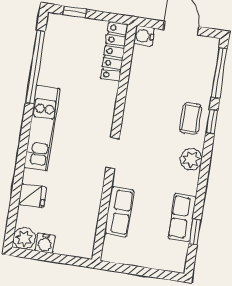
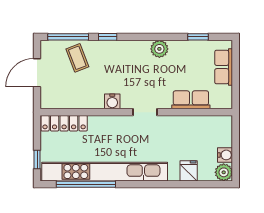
water cooler: (144, 36) -> (112, 101), moved
coffee table: (191, 119) -> (77, 58), moved, turned 69
kitchen unit: (42, 128) -> (105, 172), width x1.86
plant: (191, 159) -> (159, 49), moved
row of seats: (182, 217) -> (224, 67), moved, turned 90

